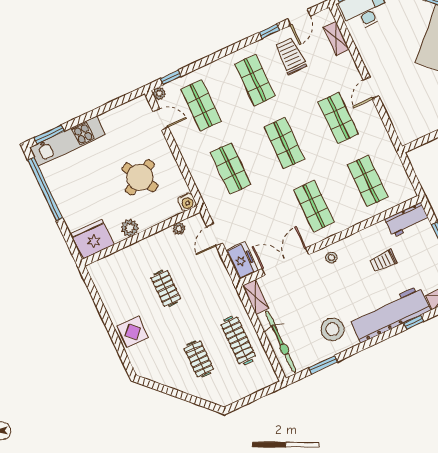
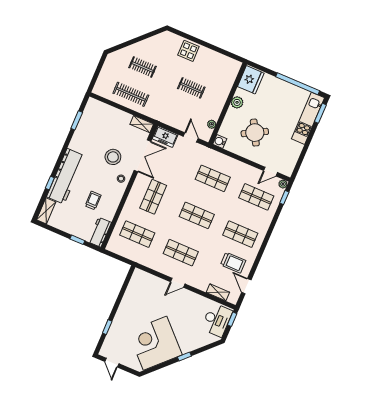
window: (270, 31) -> (255, 266), removed
door: (371, 88) -> (178, 283), swing flipped
shop shelf: (314, 206) -> (153, 197), turned 90
stool: (332, 329) -> (113, 157), moved
bicycle: (281, 342) -> (109, 113), removed

